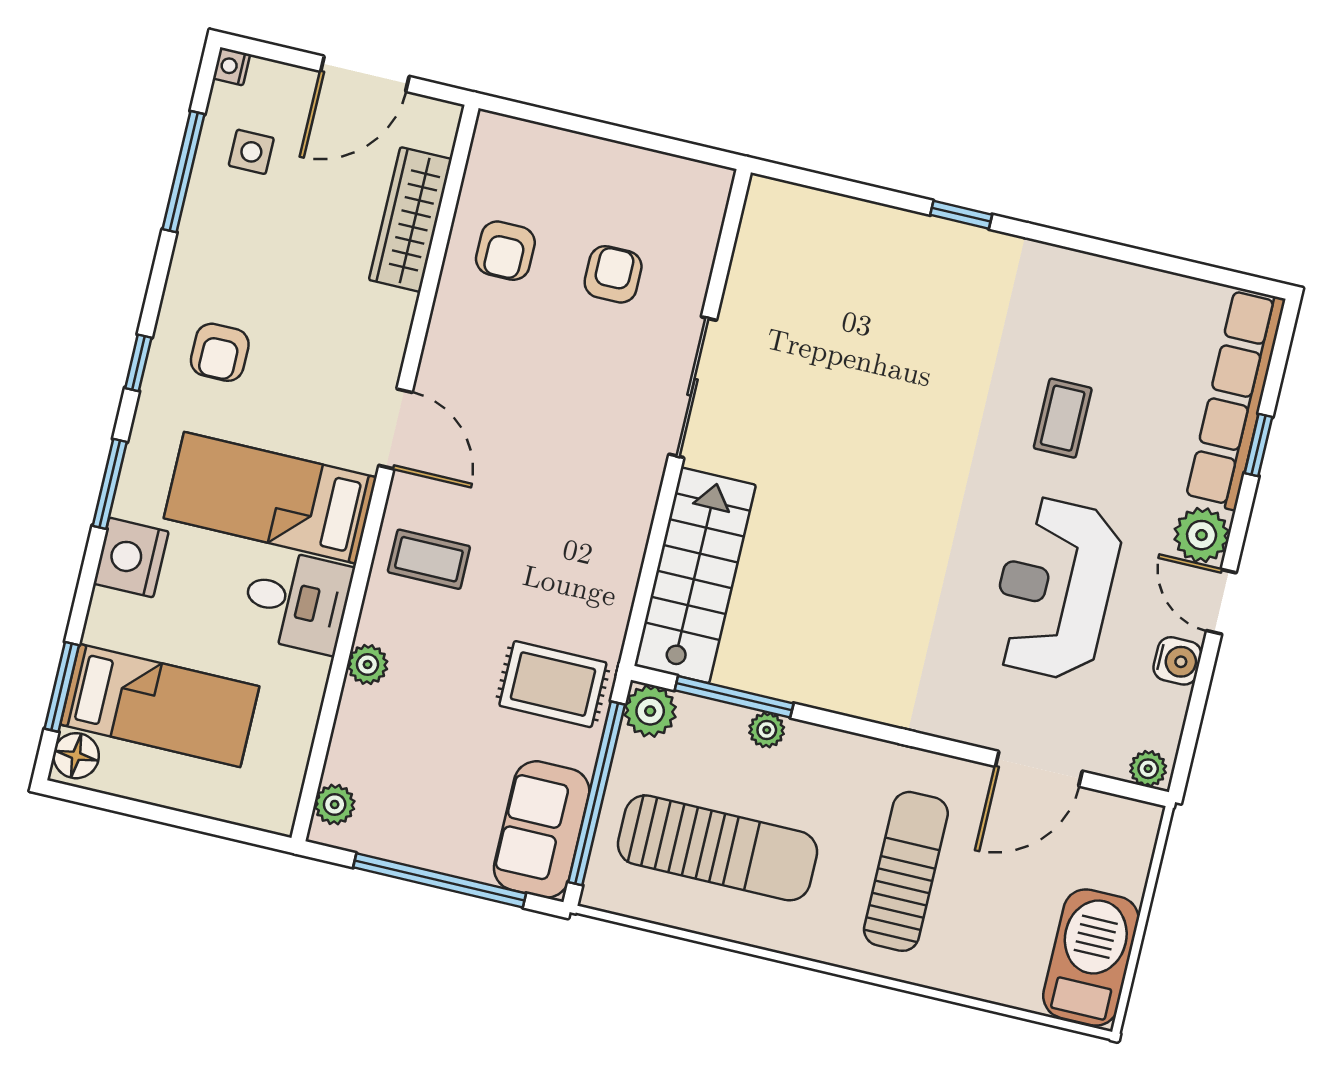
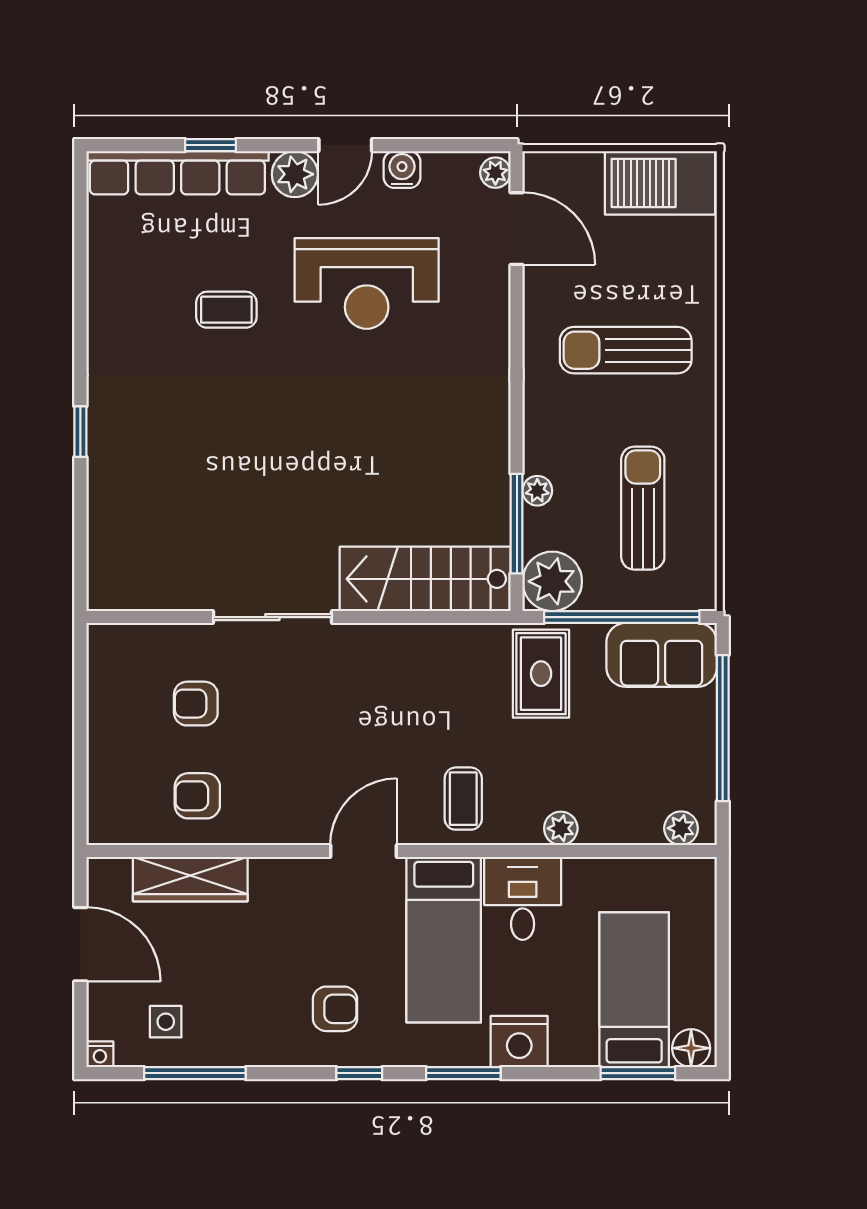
armchair: (505, 251) -> (197, 796), turned 180
plant: (650, 711) -> (552, 581), width x1.36, depth x1.36
door: (1039, 769) -> (517, 229), moved
sun lounger: (717, 848) -> (643, 508), width x0.73, depth x0.75

